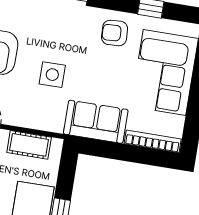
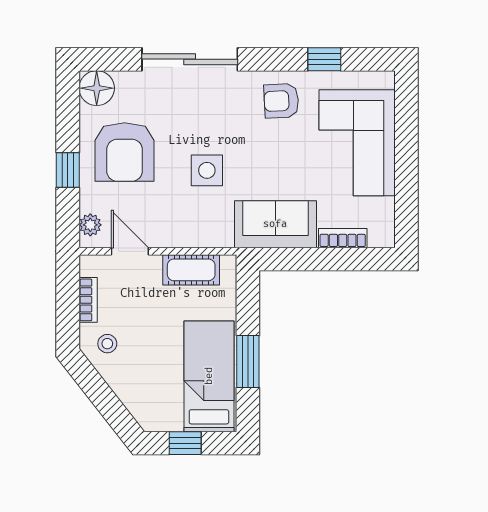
bookcase: (153, 141) -> (343, 238), width x0.64

